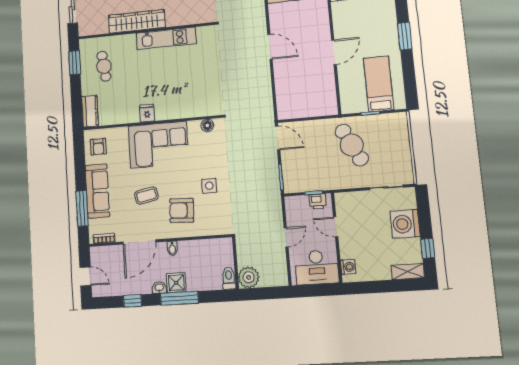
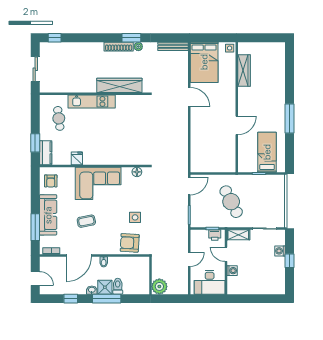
wardrobe: (137, 21) -> (119, 85), moved
window: (405, 36) -> (290, 119), width x1.44
kitchen unit: (166, 38) -> (92, 101), moved
door: (270, 47) -> (189, 97), moved
window: (75, 63) -> (35, 143), moved
fridge: (147, 113) -> (77, 158), moved
door: (278, 138) -> (189, 186), hinge flipped
cafe table: (352, 145) -> (231, 202), moved
armchair: (182, 210) -> (130, 243), moved
washing machine: (405, 224) -> (280, 251), width x0.53, depth x0.53
window: (428, 248) -> (290, 261), moved
washing machine: (348, 267) -> (232, 271), moved
shelving: (408, 272) -> (238, 235), moved
toilet: (229, 278) -> (118, 286), moved

